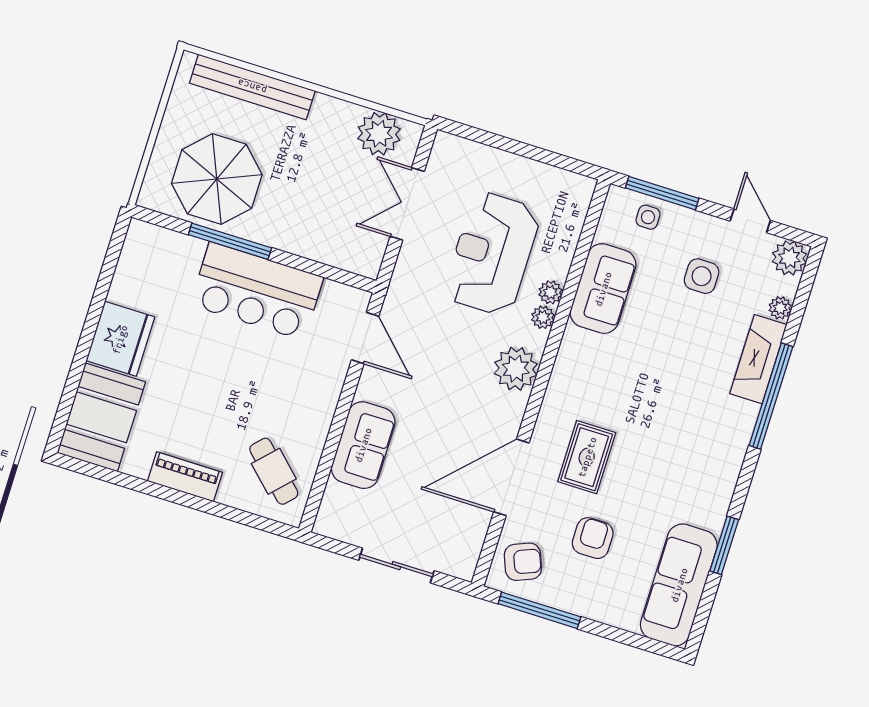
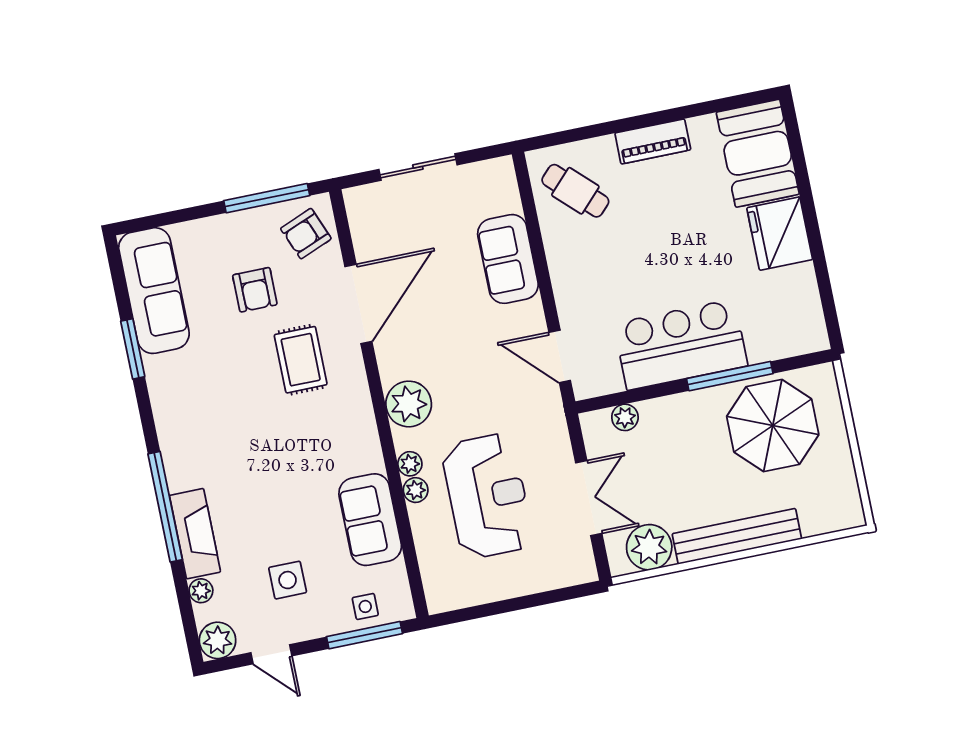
bench: (252, 87) -> (737, 536), moved
plant: (338, 255) -> (625, 417), added

